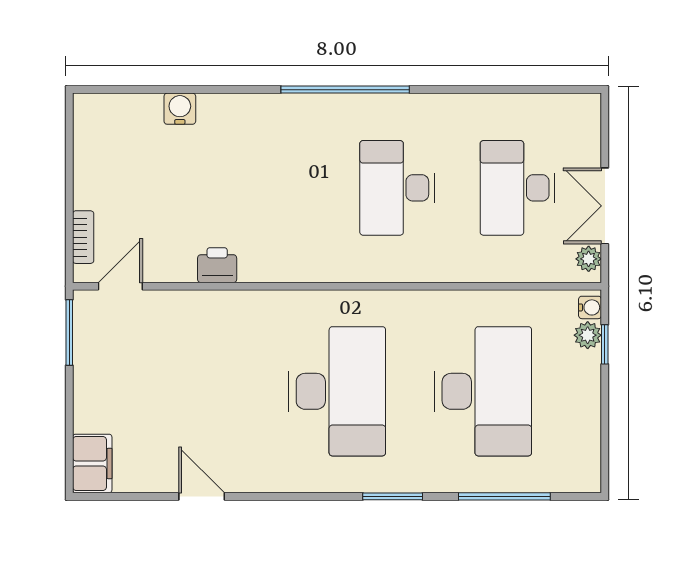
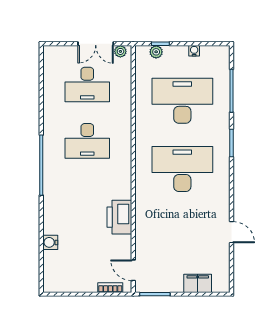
printer: (217, 265) -> (119, 217), width x1.87, depth x1.48
water cooler: (590, 307) -> (194, 51), moved
filing cabinet: (92, 463) -> (198, 283), moved
door: (202, 496) -> (231, 232), swing flipped

